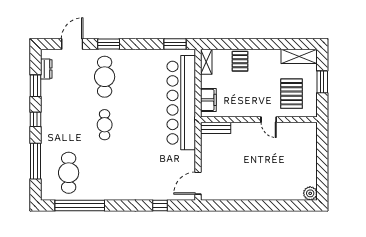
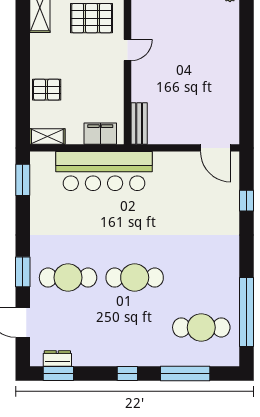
window: (35, 86) -> (58, 374), moved
bar counter: (181, 103) -> (104, 171), width x0.73
cafe table: (105, 125) -> (135, 278), width x1.37, depth x1.35

